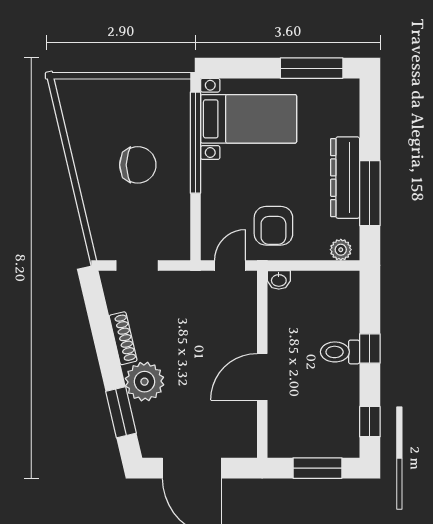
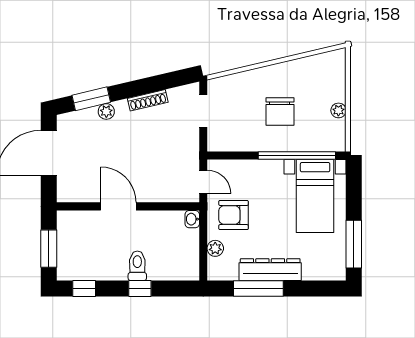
plant: (136, 88) -> (338, 110), added
plant: (341, 250) -> (215, 248), moved
plant: (144, 382) -> (106, 111), width x0.53, depth x0.53

